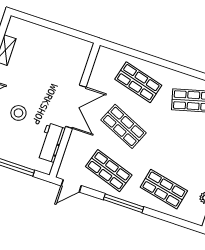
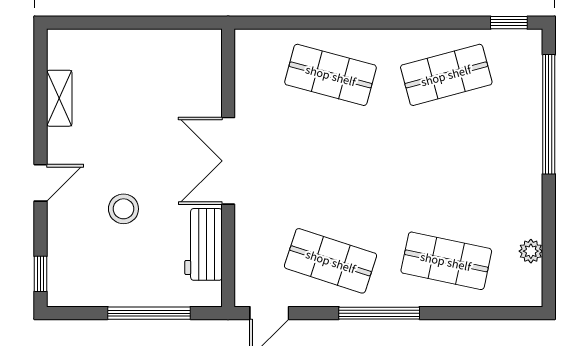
double door: (76, 107) -> (228, 161), swing flipped
shop shelf: (124, 126) -> (331, 168), removed

